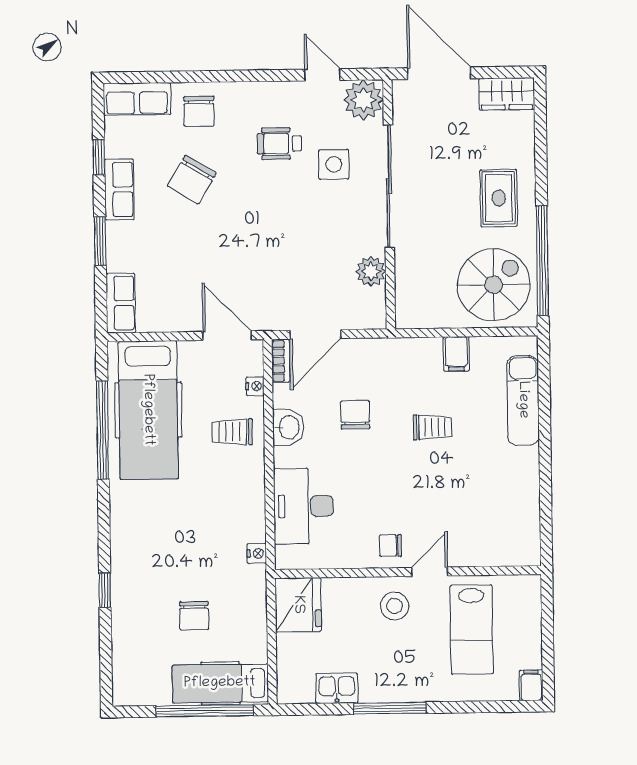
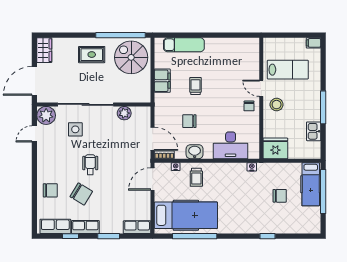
row of seats: (137, 99) -> (55, 226), moved, turned -90
wheelchair: (279, 144) -> (90, 165), moved, turned 180
filing cabinet: (456, 354) -> (162, 81), width x2.00

